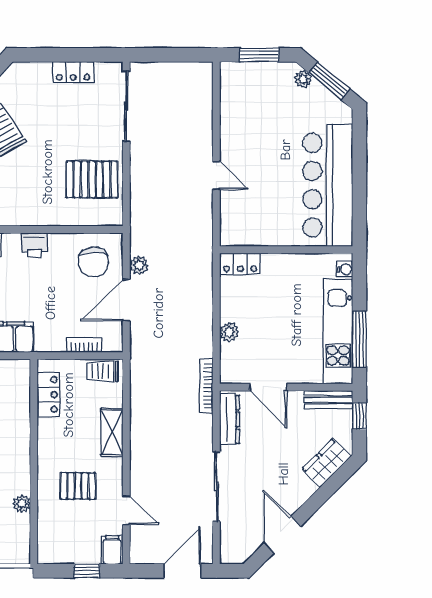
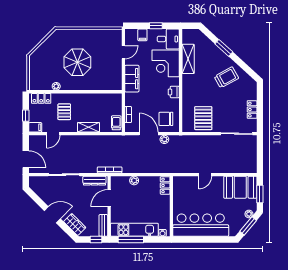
booth: (244, 98) -> (240, 187), added
locker: (48, 395) -> (41, 98), moved
door: (282, 535) -> (52, 215), moved

